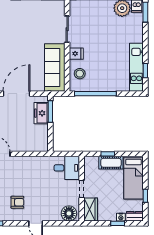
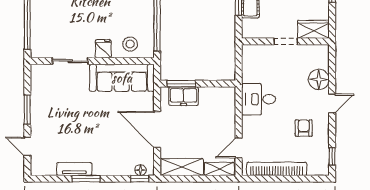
desk: (67, 168) -> (259, 99), moved, turned -90
floor lamp: (69, 213) -> (319, 79), moved

